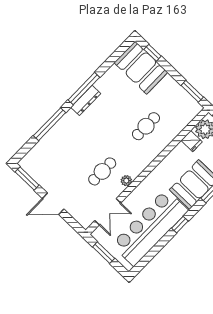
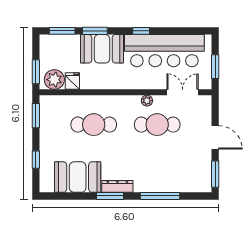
window: (153, 53) -> (36, 160), moved
booth: (141, 68) -> (78, 177), moved, turned 90
window: (84, 89) -> (110, 196), width x0.69
cafe table: (146, 126) -> (94, 125), width x1.37, depth x1.35
cafe table: (102, 171) -> (157, 125), width x1.37, depth x1.35

